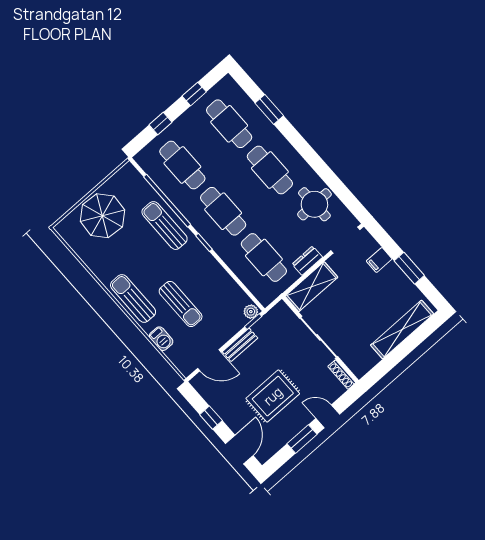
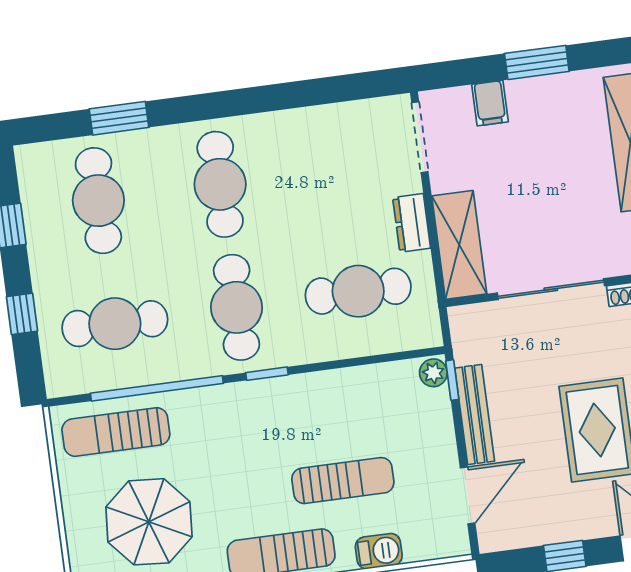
cafe table: (229, 124) -> (98, 201), turned 90
cafe table: (270, 170) -> (220, 184), turned 90
round table: (314, 204) -> (326, 149), removed
cafe table: (223, 211) -> (237, 307), turned 90
parasol: (102, 216) -> (149, 522), moved
sun lounger: (165, 226) -> (116, 432), moved
bench: (240, 345) -> (475, 415), width x1.36

